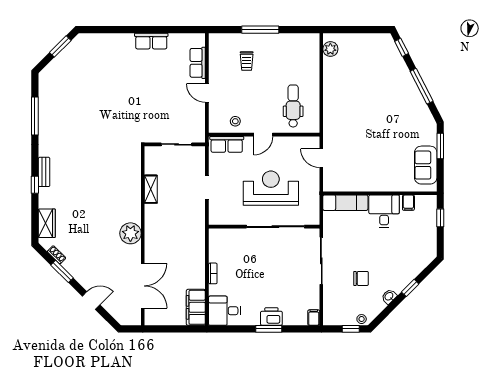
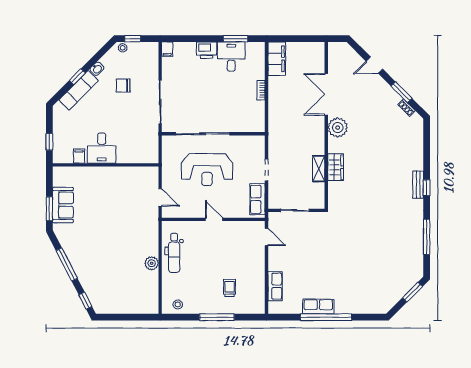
window: (143, 30) -> (326, 317), added
window: (60, 46) -> (412, 292), moved
plant: (330, 49) -> (152, 263), moved
door: (207, 93) -> (267, 237), moved
dental chair: (293, 106) -> (174, 253), moved
stool: (235, 121) -> (178, 304), moved
door: (263, 135) -> (214, 219), hinge flipped
row of seats: (227, 144) -> (257, 199), moved, turned -90
sofa: (426, 165) -> (63, 205), moved
window: (35, 185) -> (427, 188), moved
exam couch: (345, 203) -> (79, 90), moved, turned 135
wardrobe: (47, 223) -> (336, 167), moved, turned 180
double door: (143, 286) -> (326, 94), moved
desk: (224, 311) -> (231, 57), moved, turned -90
window: (269, 329) -> (236, 39), moved

